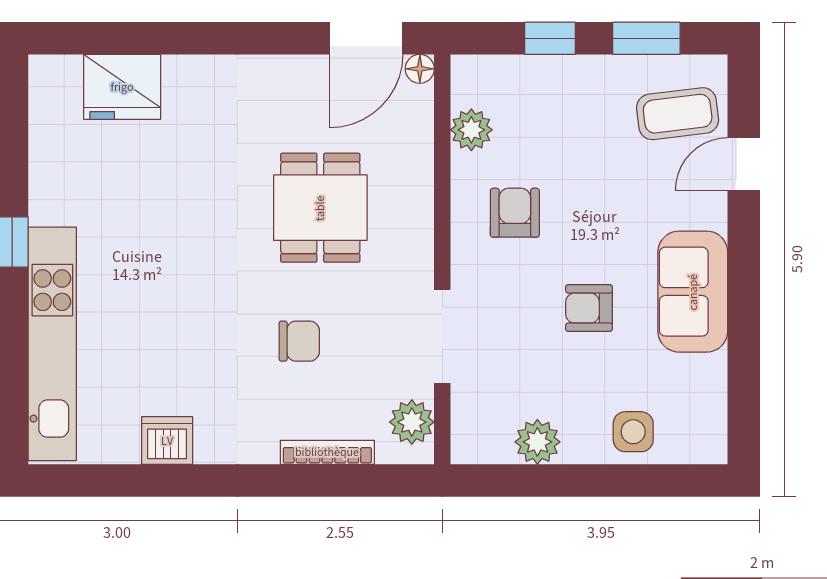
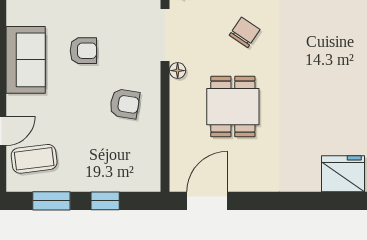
floor lamp: (420, 69) -> (178, 71), moved
plant: (471, 130) -> (149, 150), removed
armchair: (515, 213) -> (125, 104), turned -81
chair: (299, 341) -> (245, 32), turned 124

